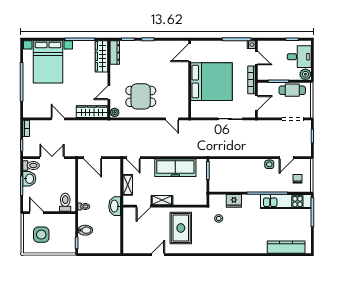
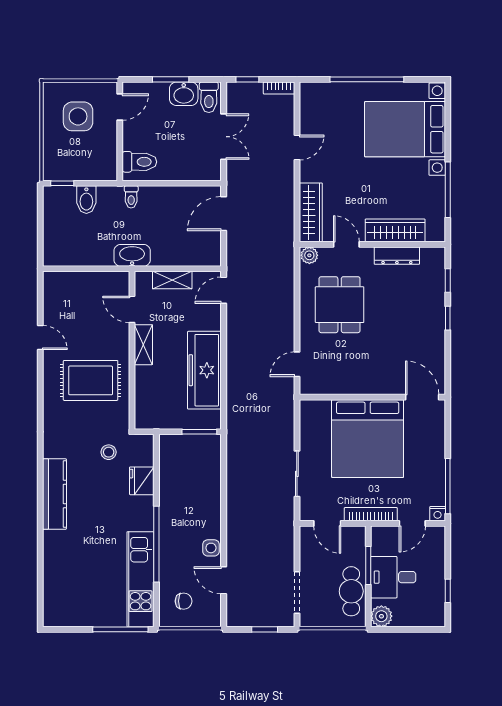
dresser: (115, 52) -> (397, 256), moved
wardrobe: (101, 56) -> (395, 230), moved
desk: (299, 57) -> (393, 577), moved, turned 90
kitchen counter: (286, 247) -> (54, 494), moved

